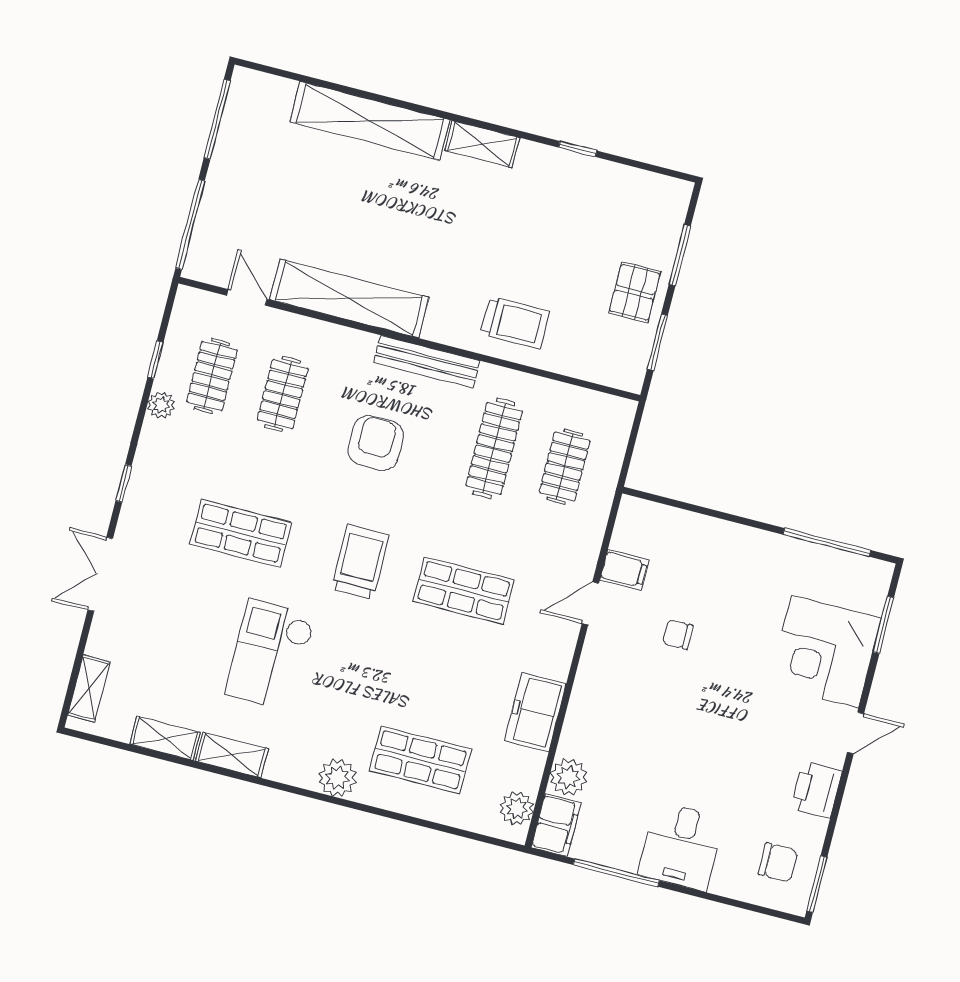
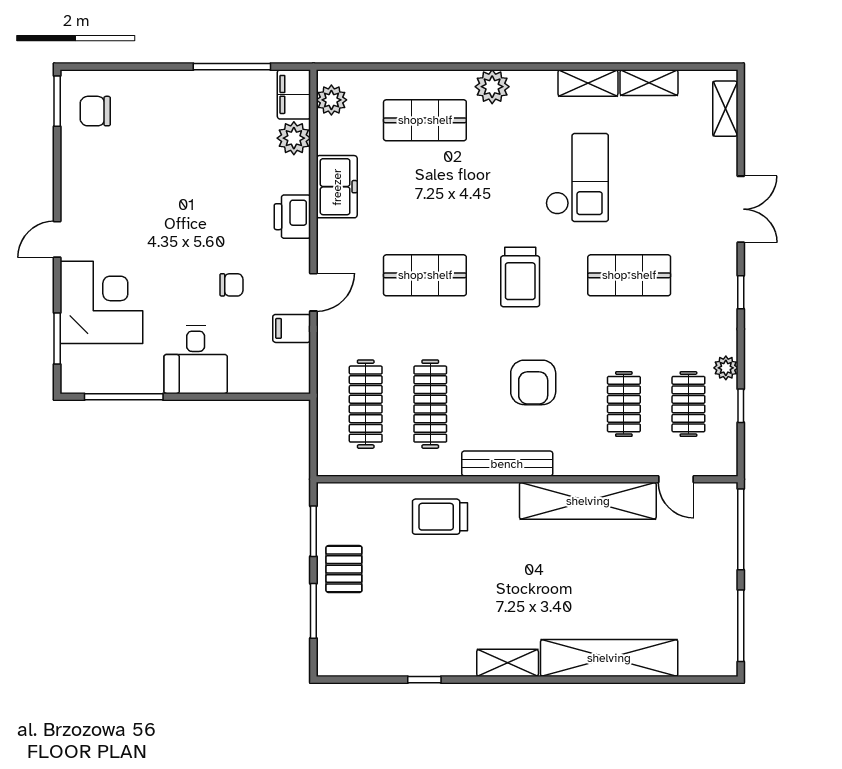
clothes rail: (565, 466) -> (366, 404), width x1.36
printer: (817, 790) -> (292, 217), moved, turned 180
desk: (681, 846) -> (196, 360), moved, turned 180

